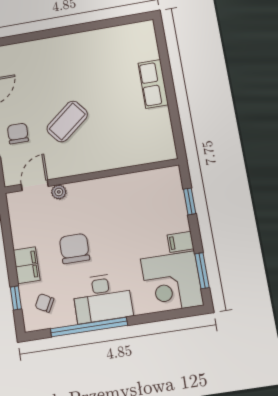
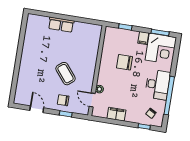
chair: (74, 249) -> (124, 62), moved
filing cabinet: (27, 265) -> (116, 114), moved

